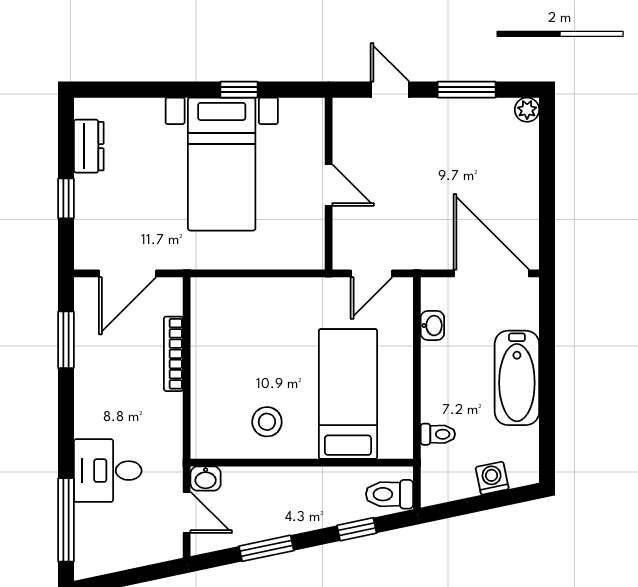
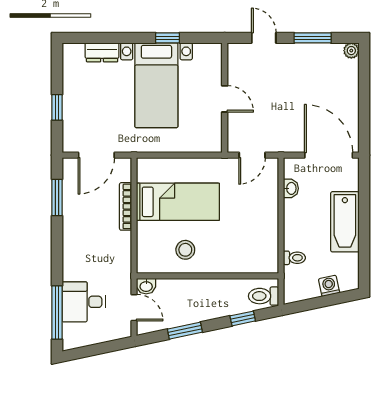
dresser: (89, 146) -> (102, 52), moved, turned 90
bed: (348, 394) -> (178, 202), moved, turned 90
desk: (108, 471) -> (84, 302), moved

